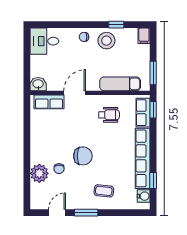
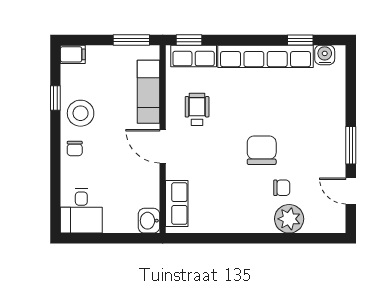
door: (75, 93) -> (163, 146), moved
coffee table: (104, 191) -> (317, 117), removed

